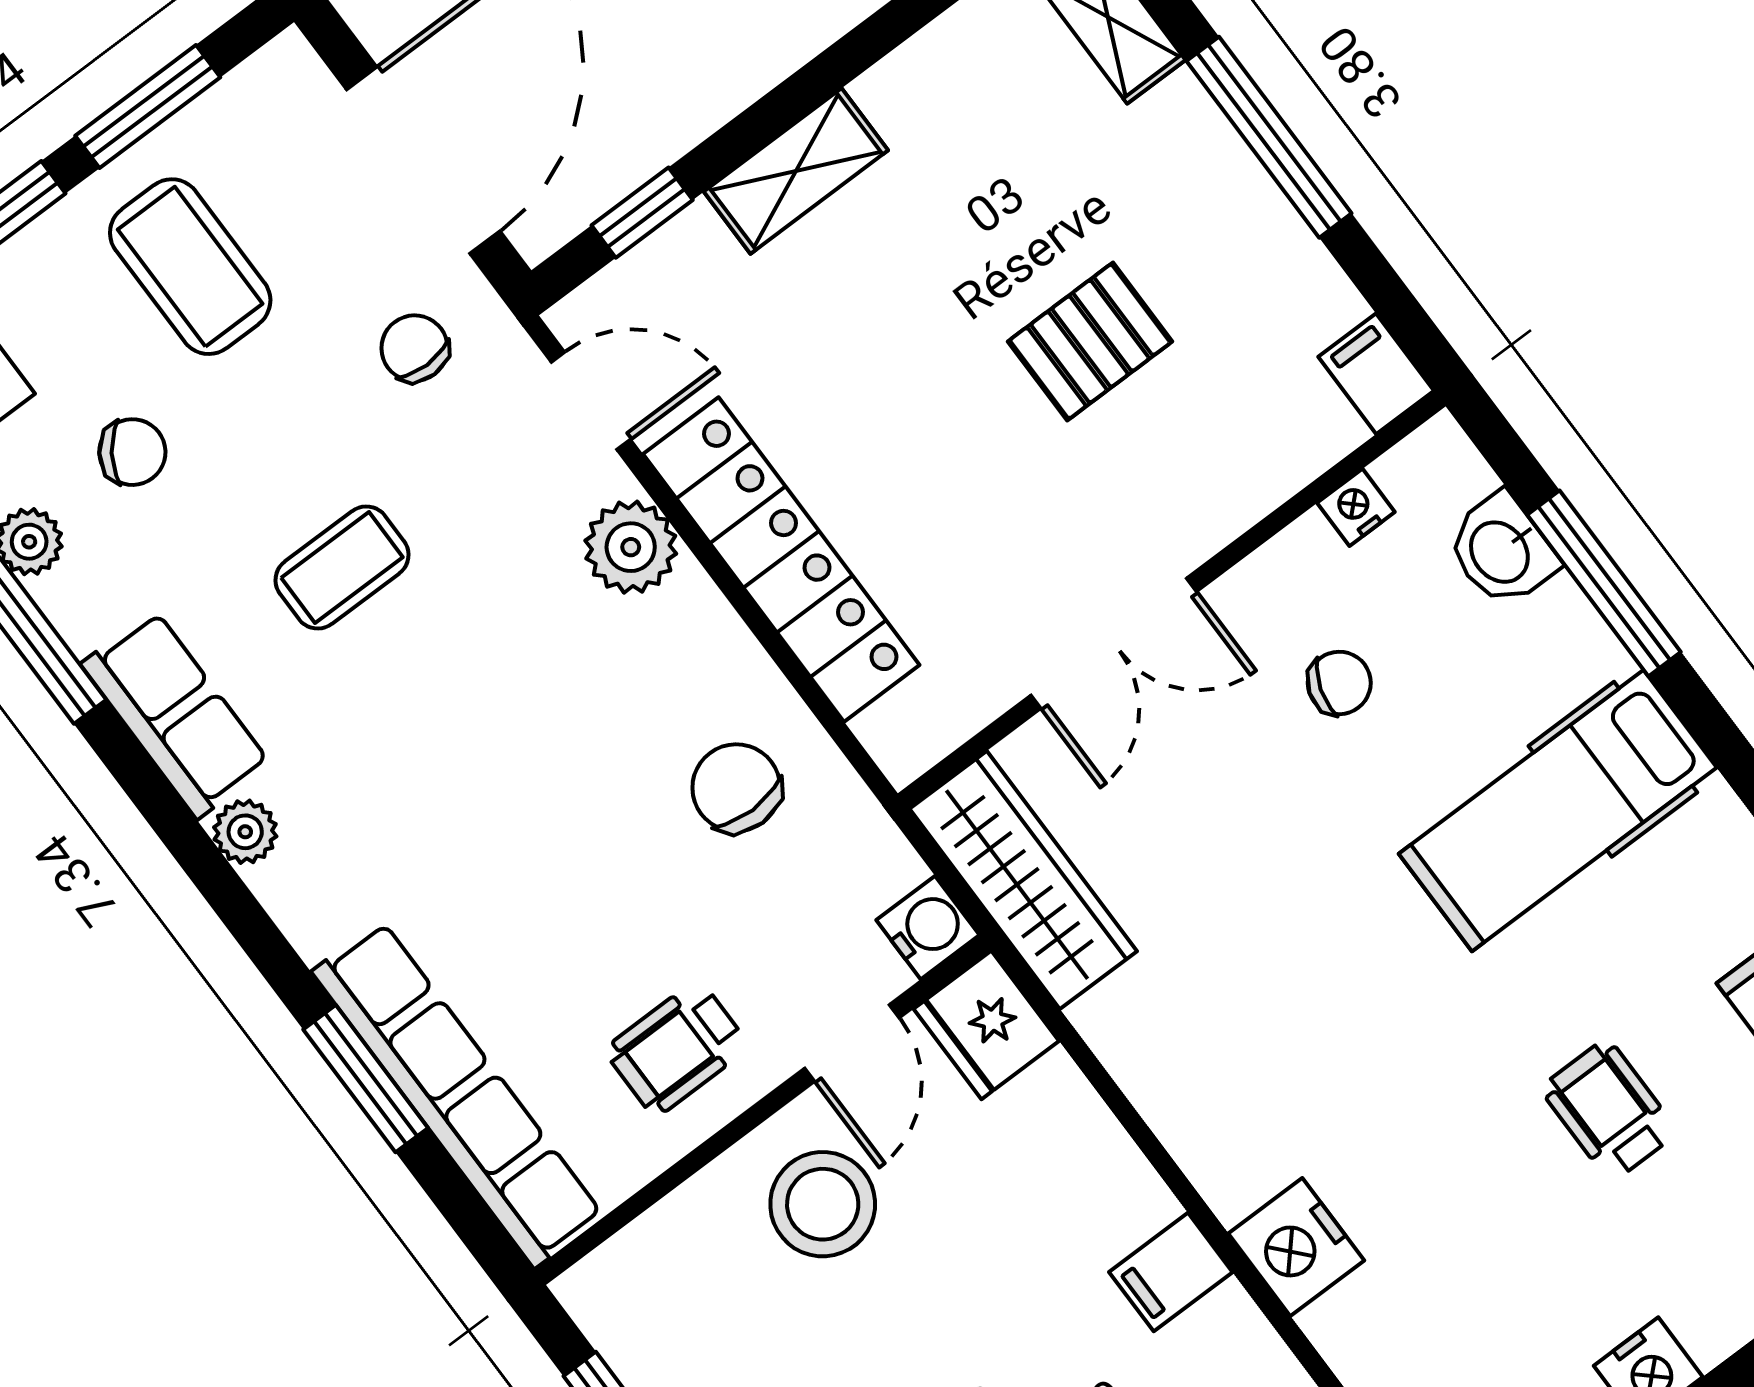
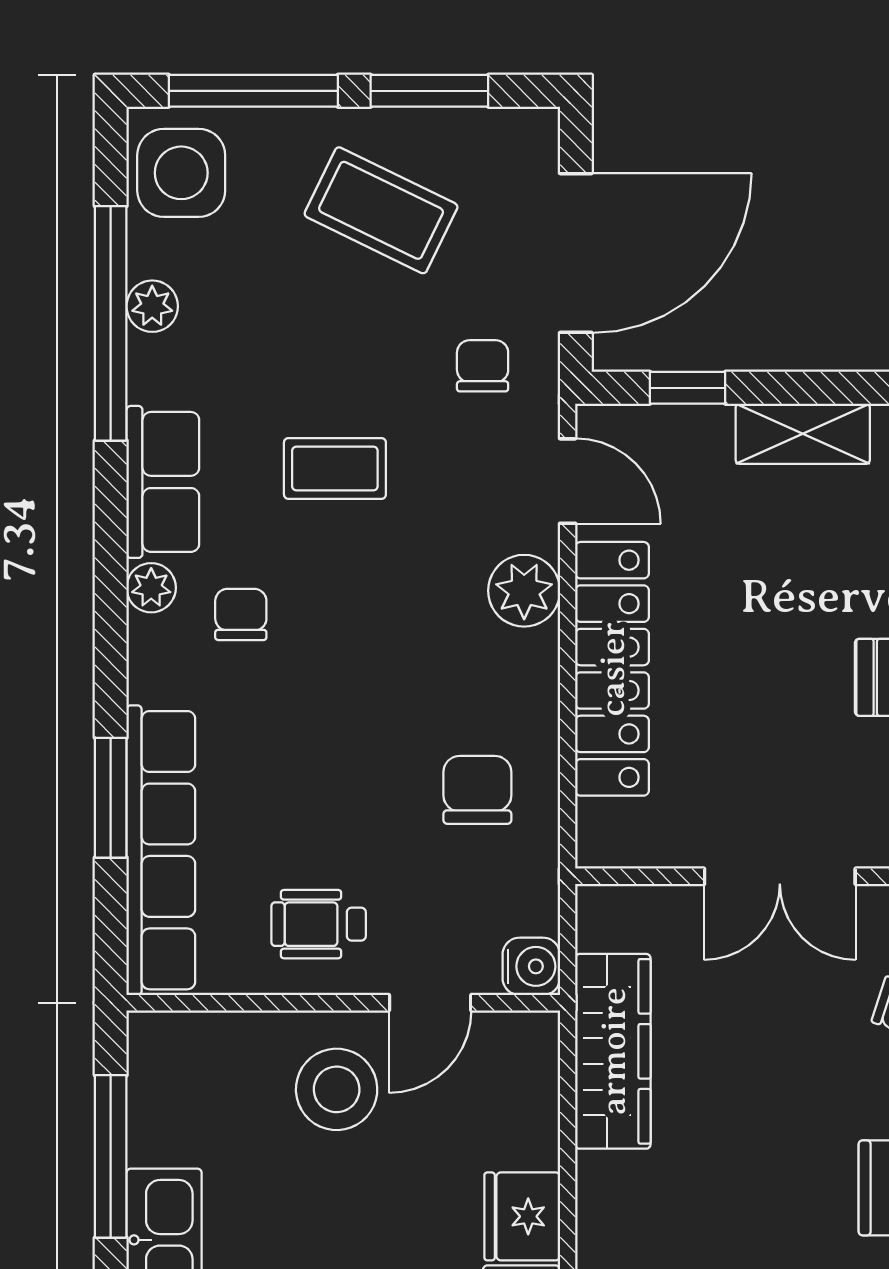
coffee table: (190, 267) -> (381, 210), turned -64
chair: (132, 452) -> (241, 614), moved, turned -125
wardrobe: (1023, 880) -> (613, 1051), moved
fridge: (986, 1025) -> (522, 1216), moved

